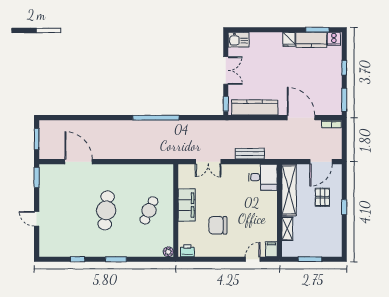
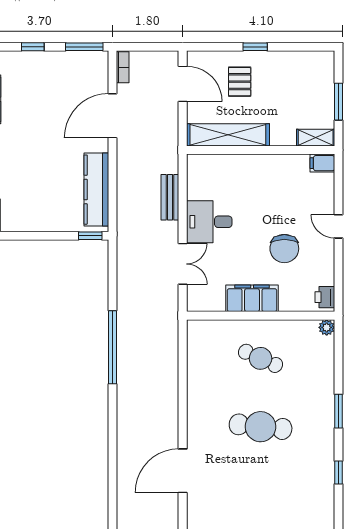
double door: (226, 70) -> (37, 236), removed
desk: (263, 177) -> (209, 222), moved, turned -90
pallet: (322, 197) -> (240, 82), turned 90
shelving: (287, 229) -> (316, 138), moved
door: (253, 259) -> (338, 226), moved

